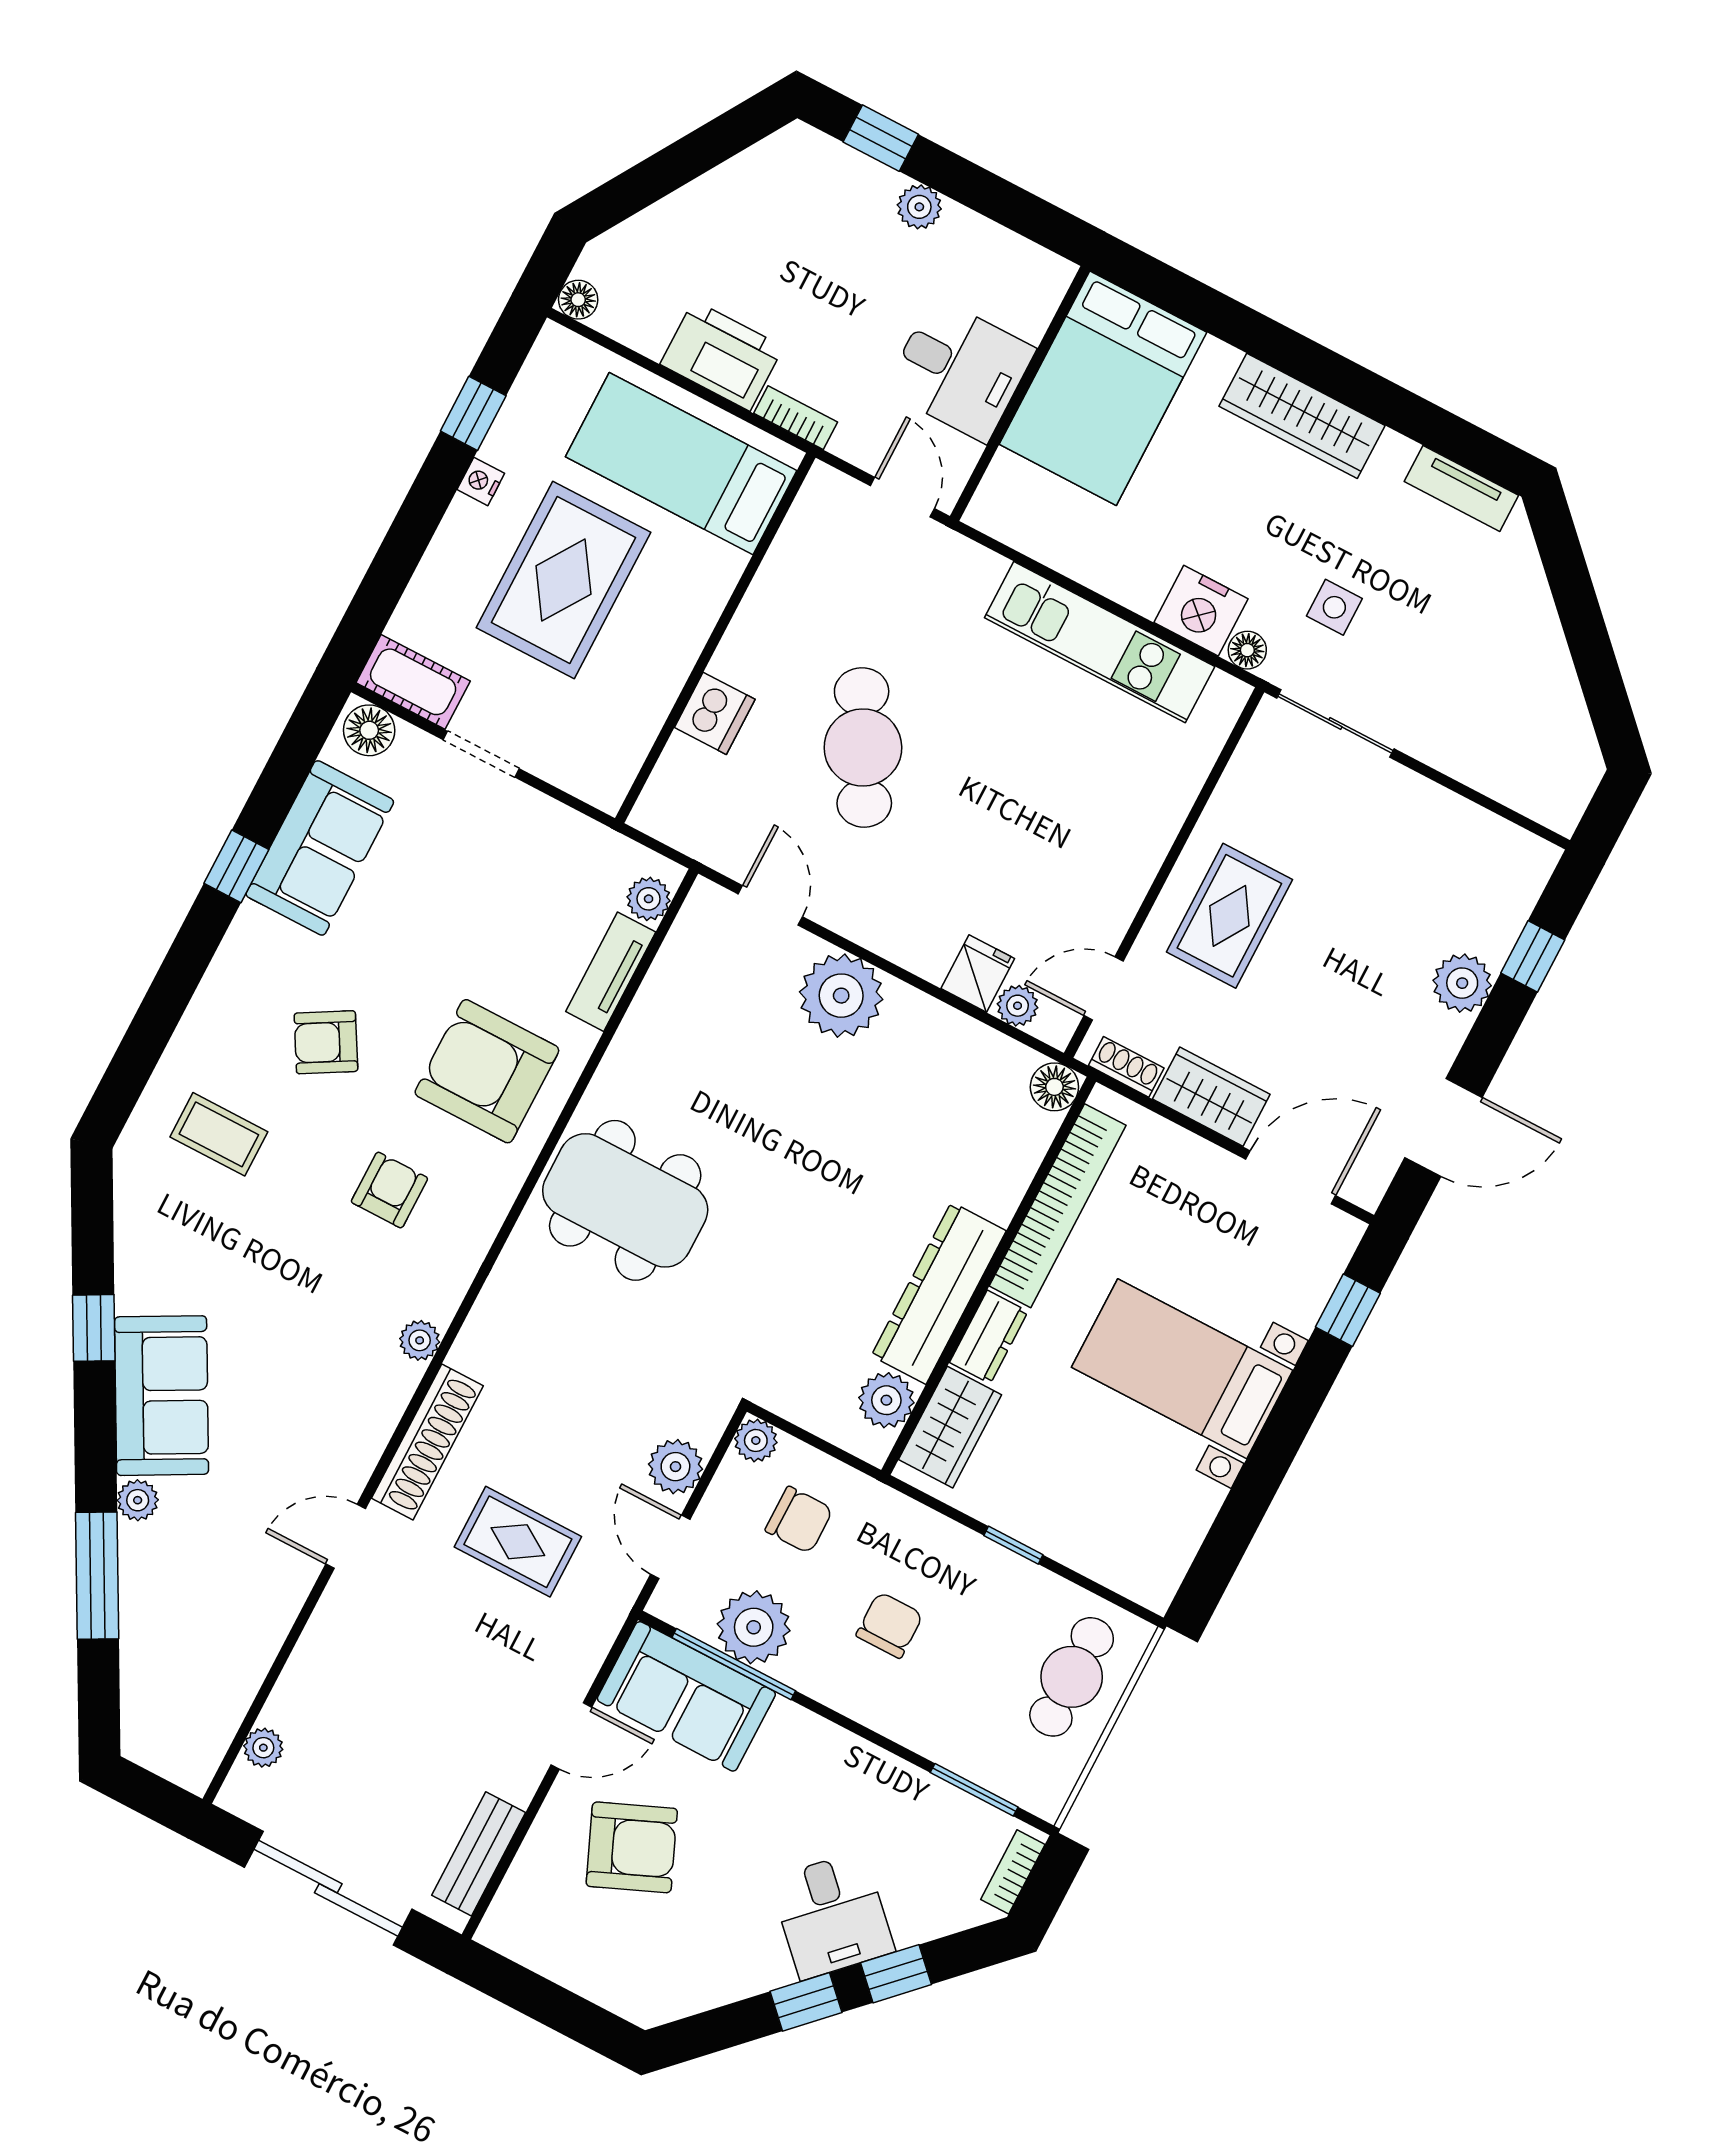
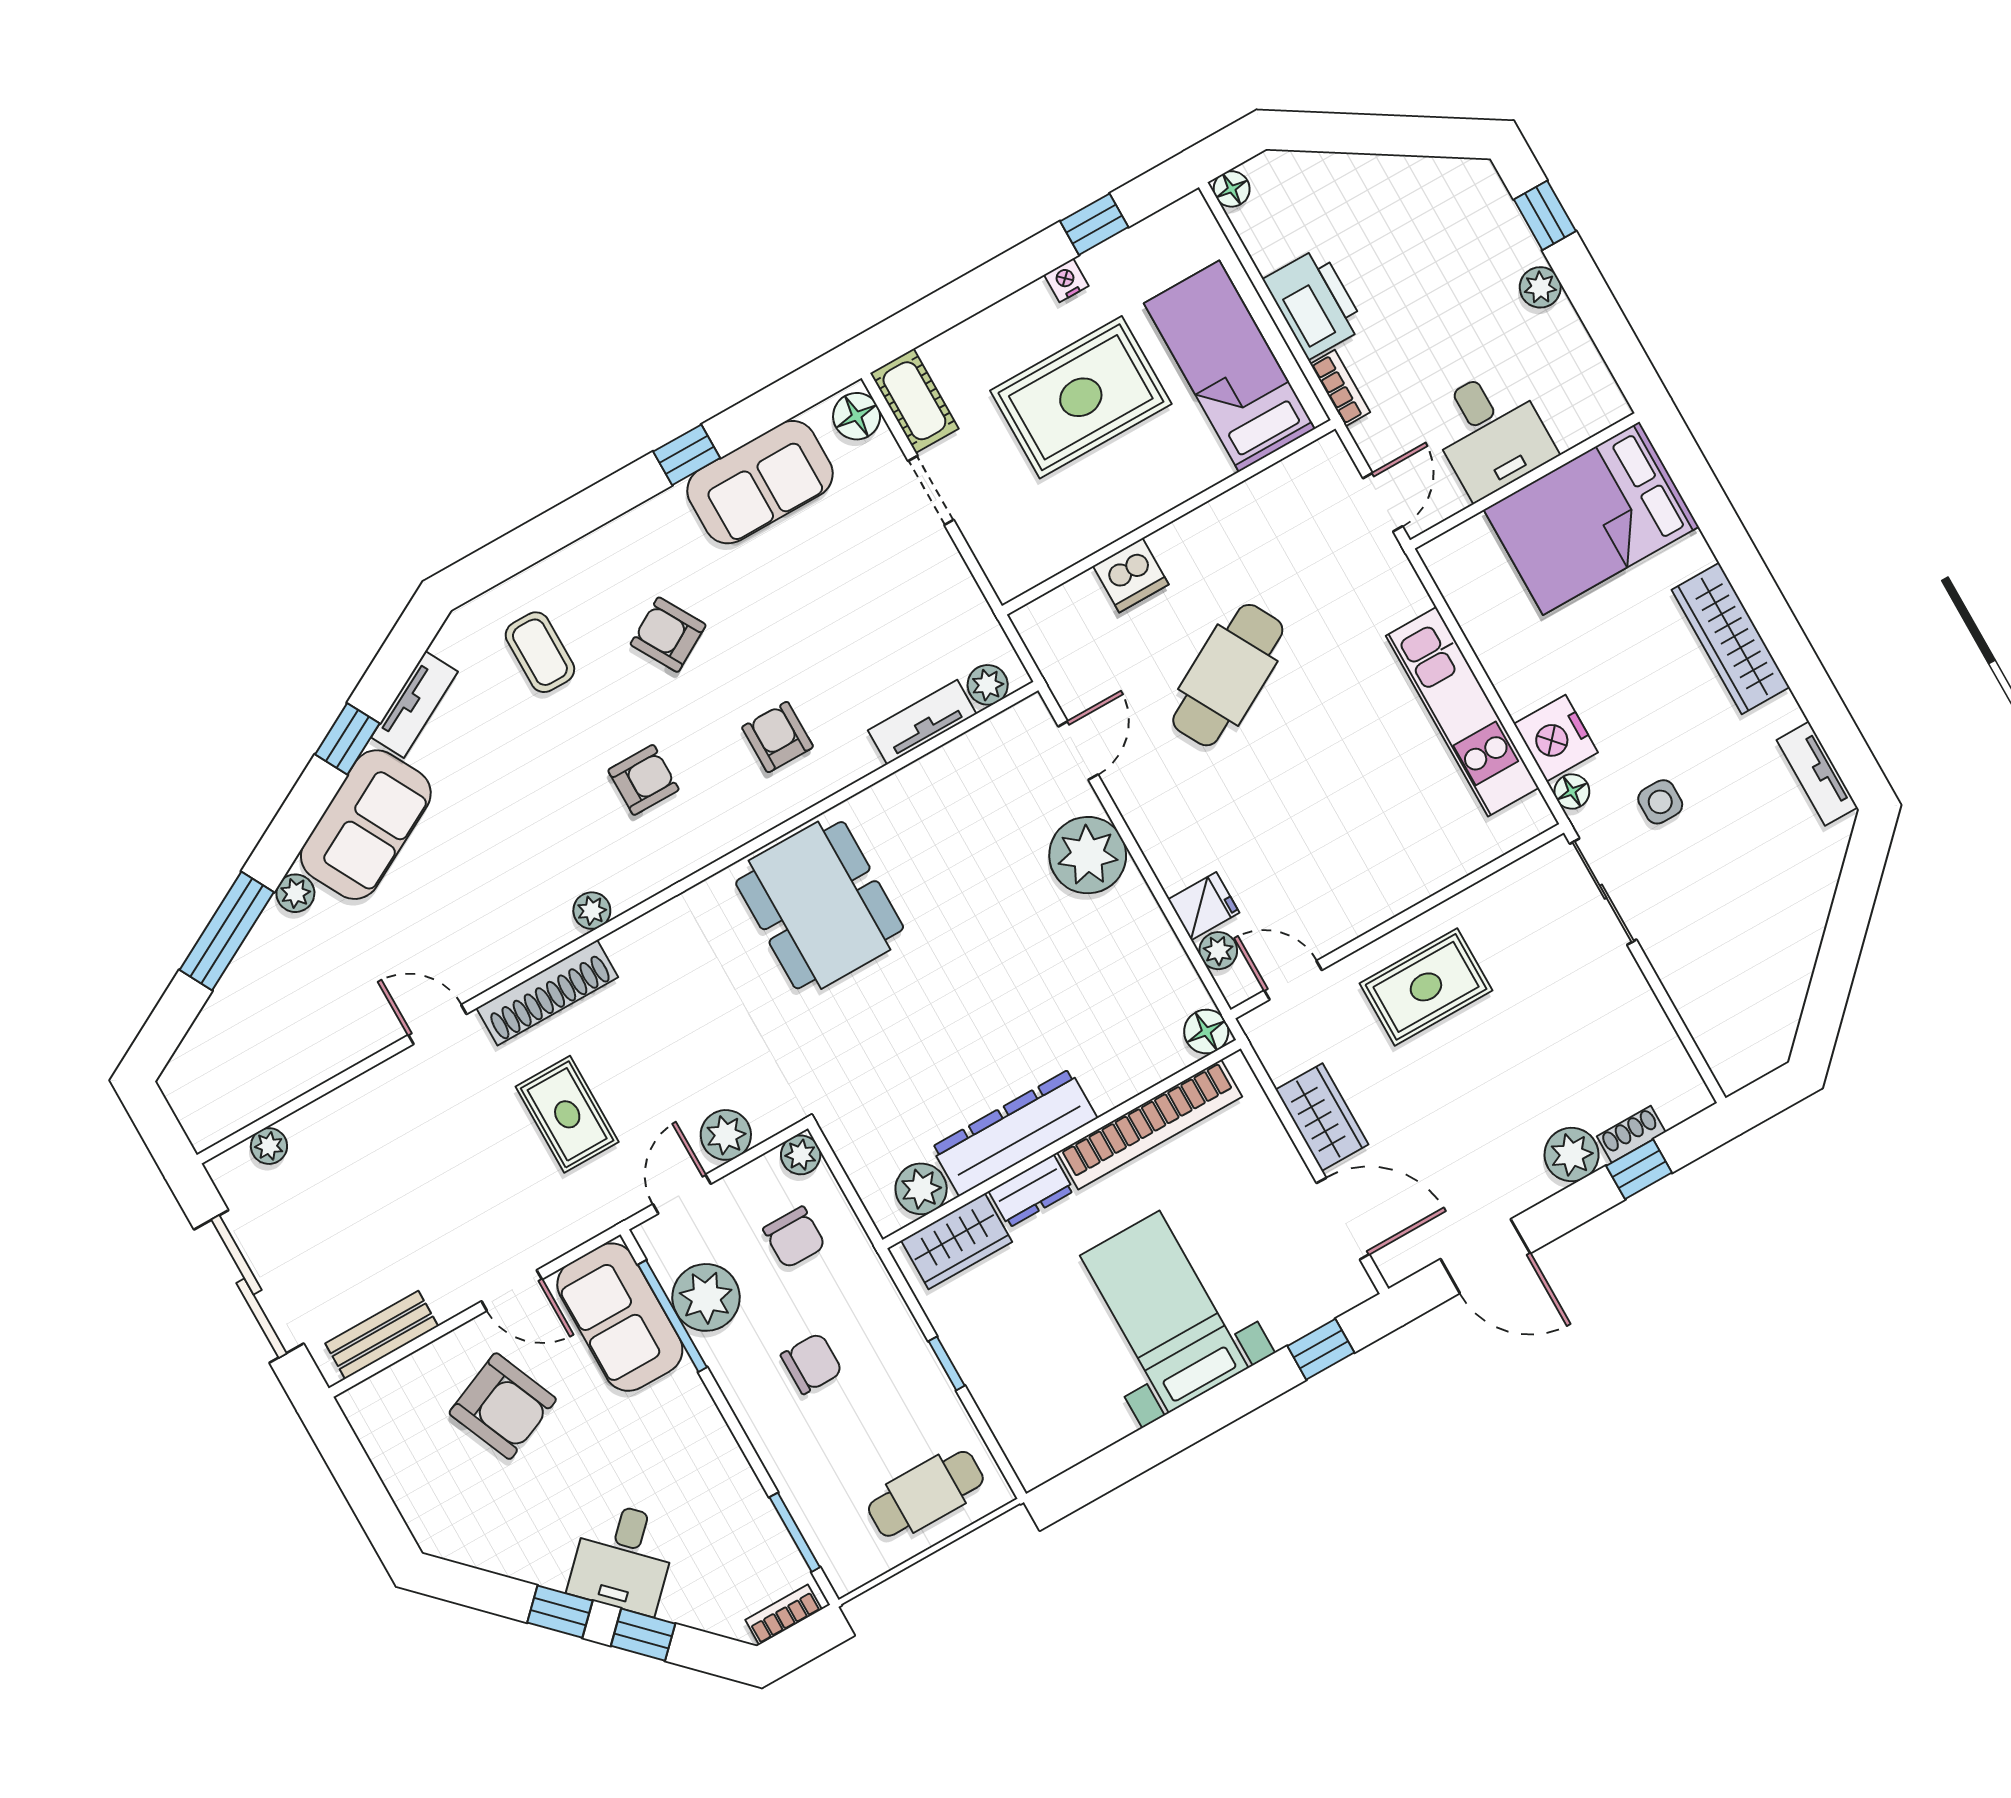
shoe rack: (1126, 1067) -> (1631, 1134), moved, turned -90
armchair: (487, 1071) -> (778, 737), width x0.53, depth x0.53
tv unit: (135, 1257) -> (415, 705), added

